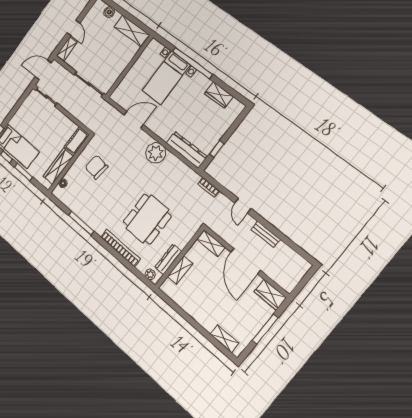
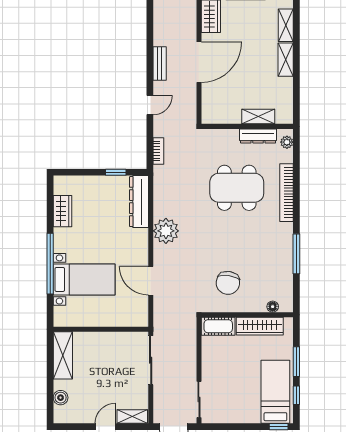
shelving: (211, 243) -> (286, 60), moved

